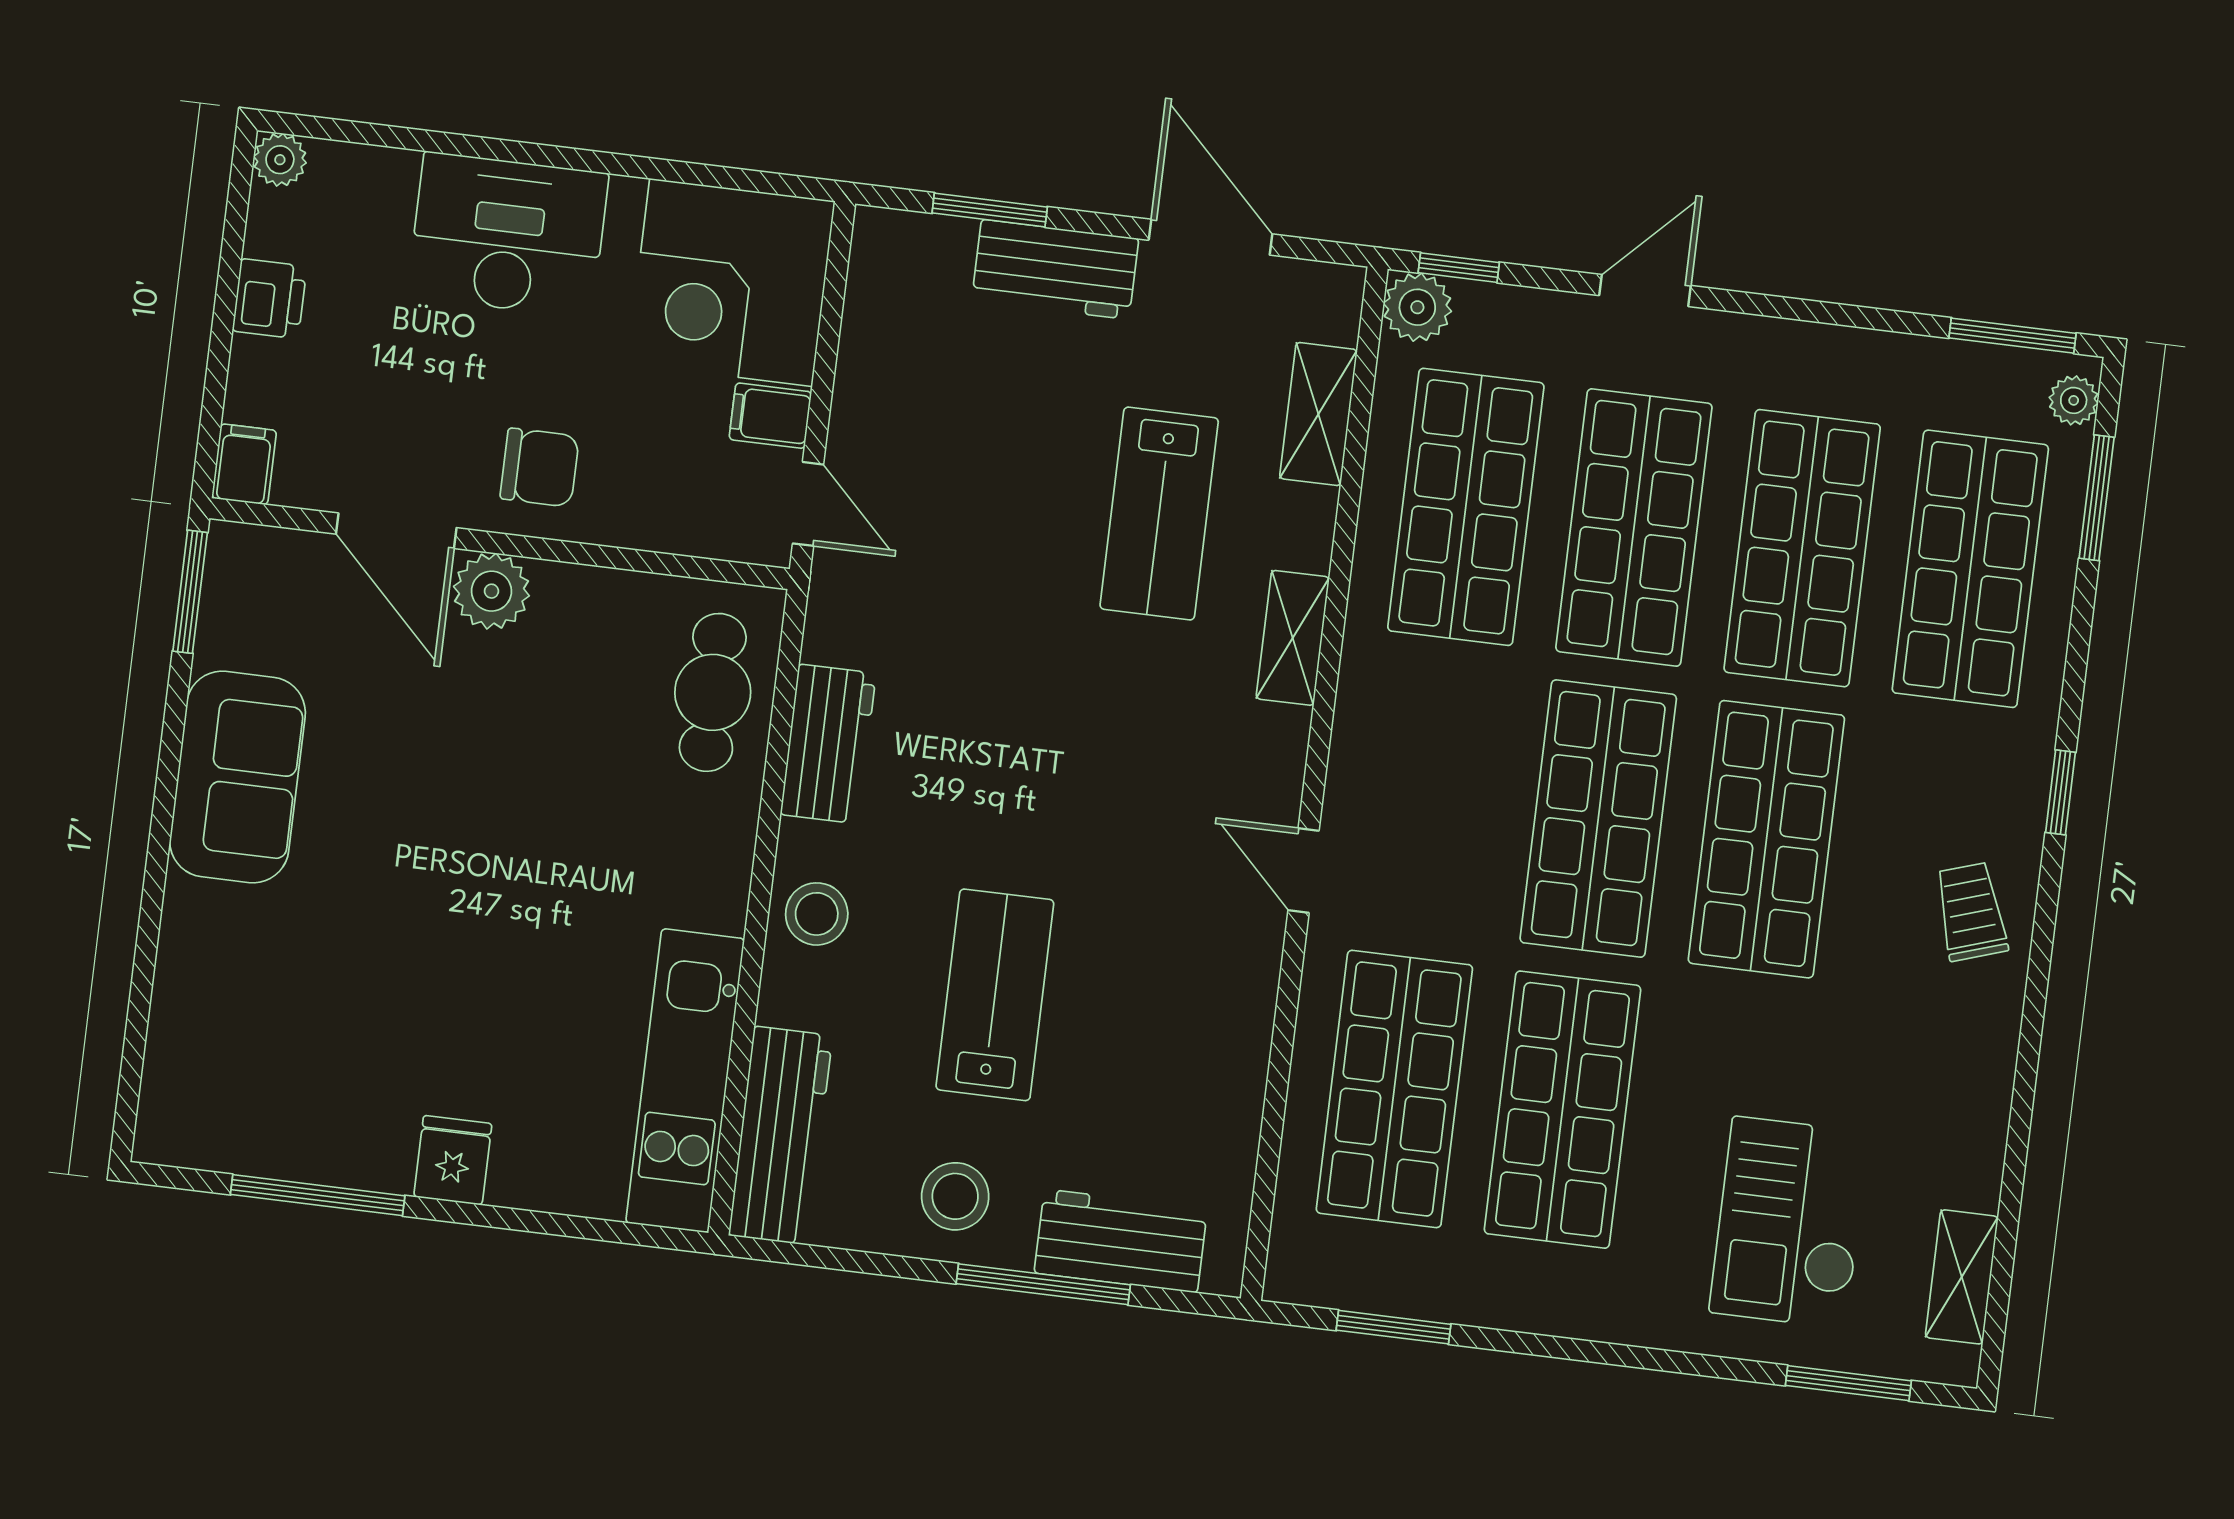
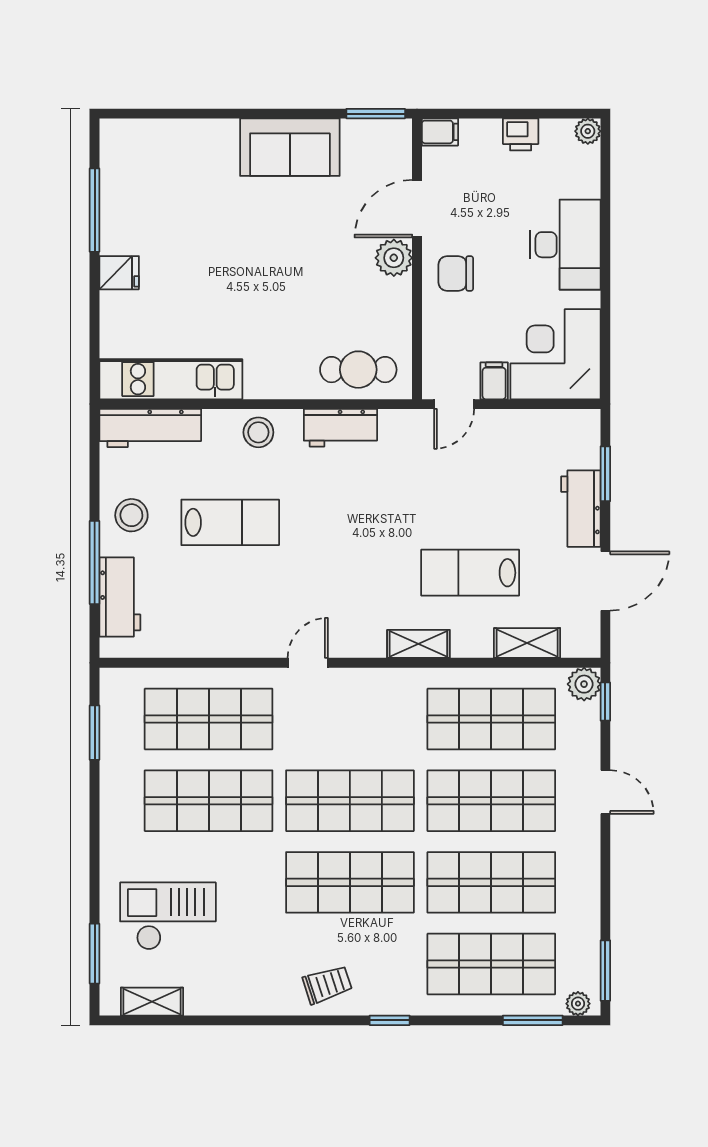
chair: (540, 467) -> (456, 274), turned 90

